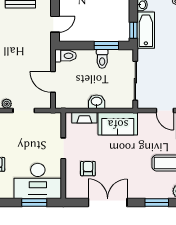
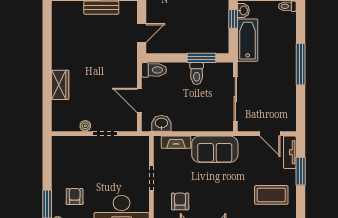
window: (133, 30) -> (233, 19), moved
washbasin: (97, 102) -> (161, 123), moved

